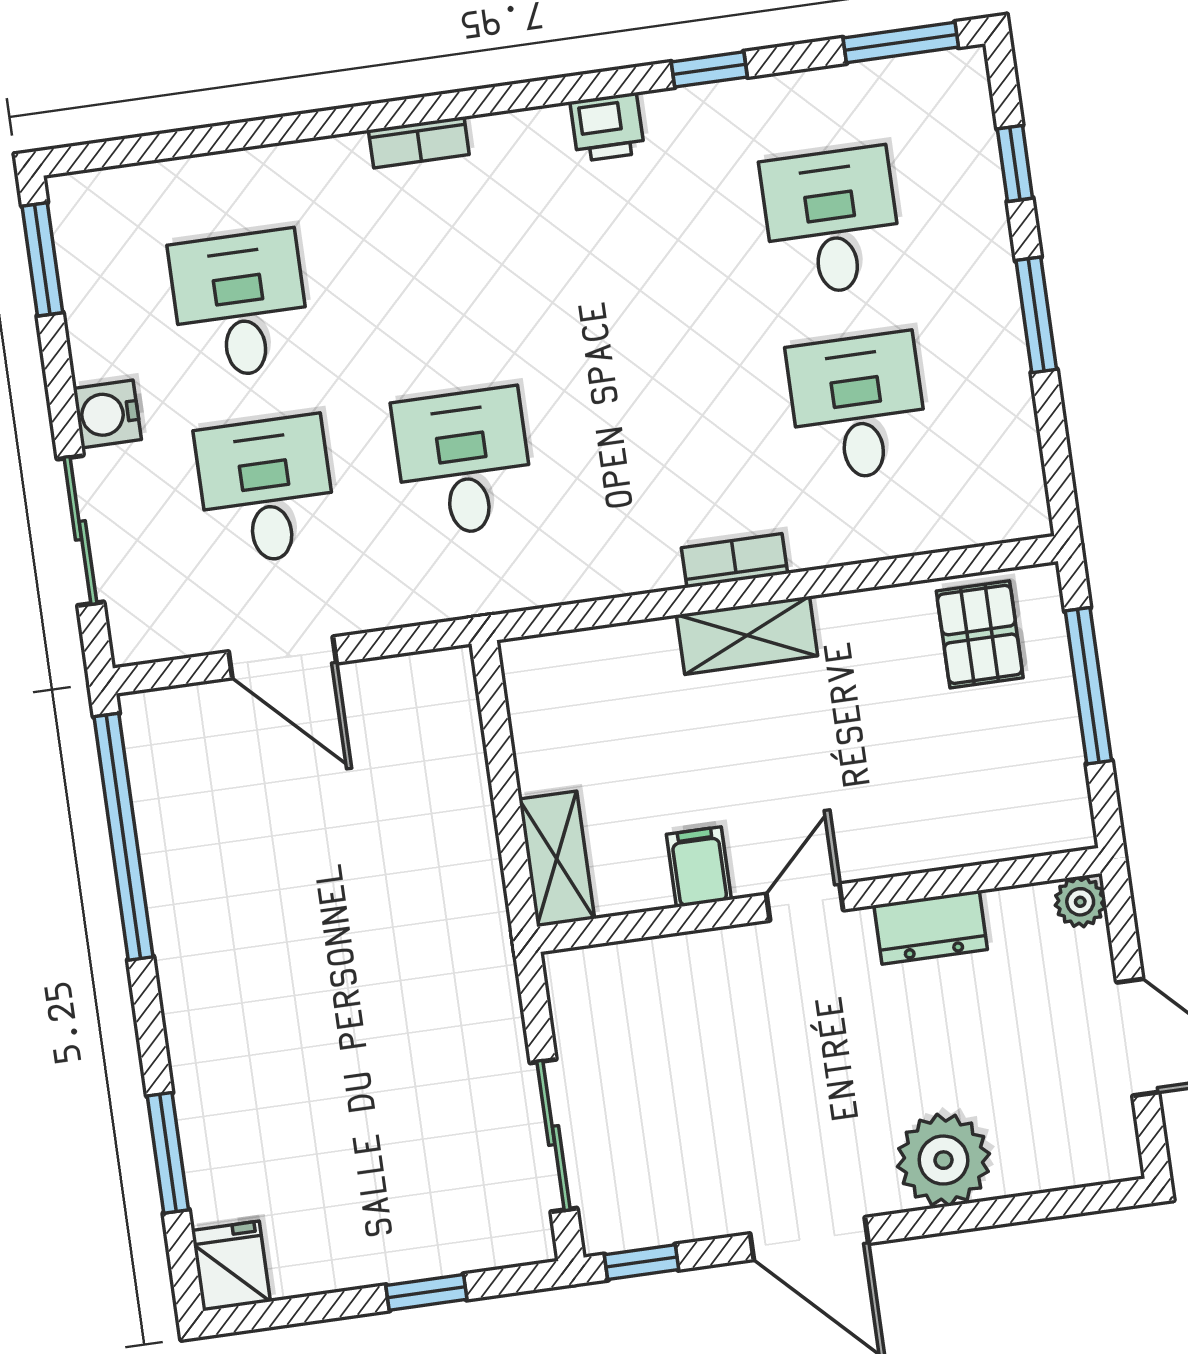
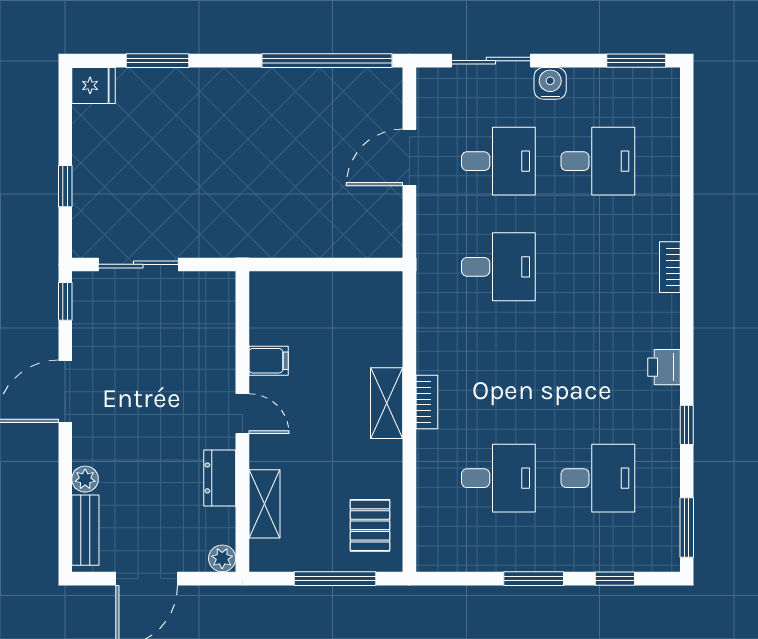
pallet: (980, 634) -> (370, 525), turned 90
shelving: (557, 859) -> (264, 504), moved, turned 90
plant: (944, 1160) -> (85, 479), width x0.53, depth x0.53
bench: (1063, 1164) -> (85, 530), added

